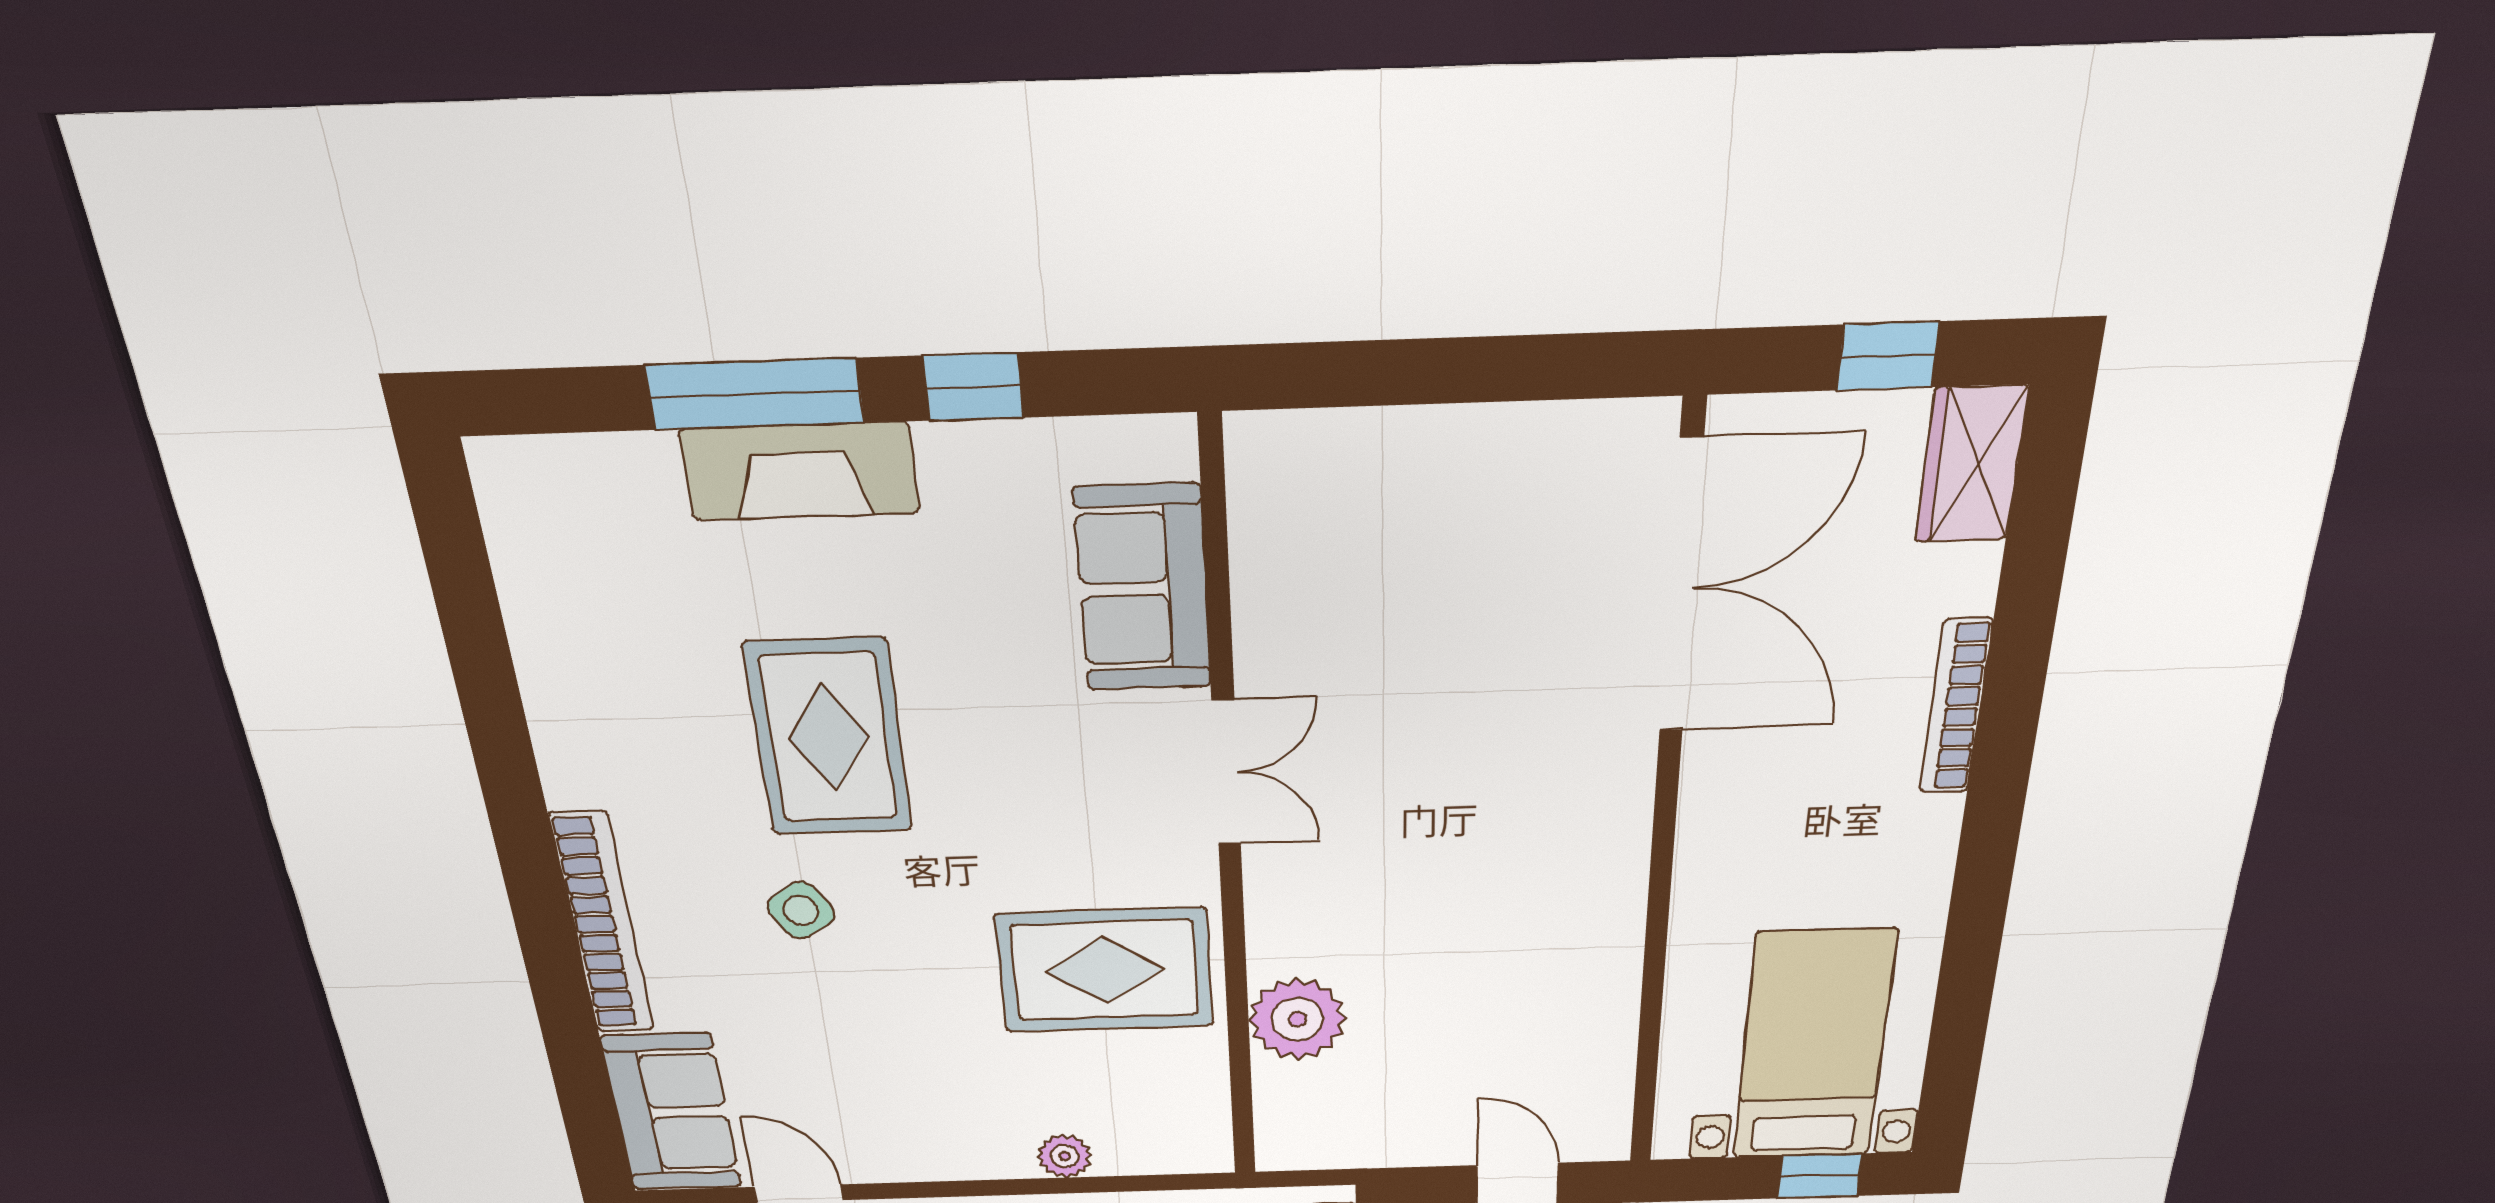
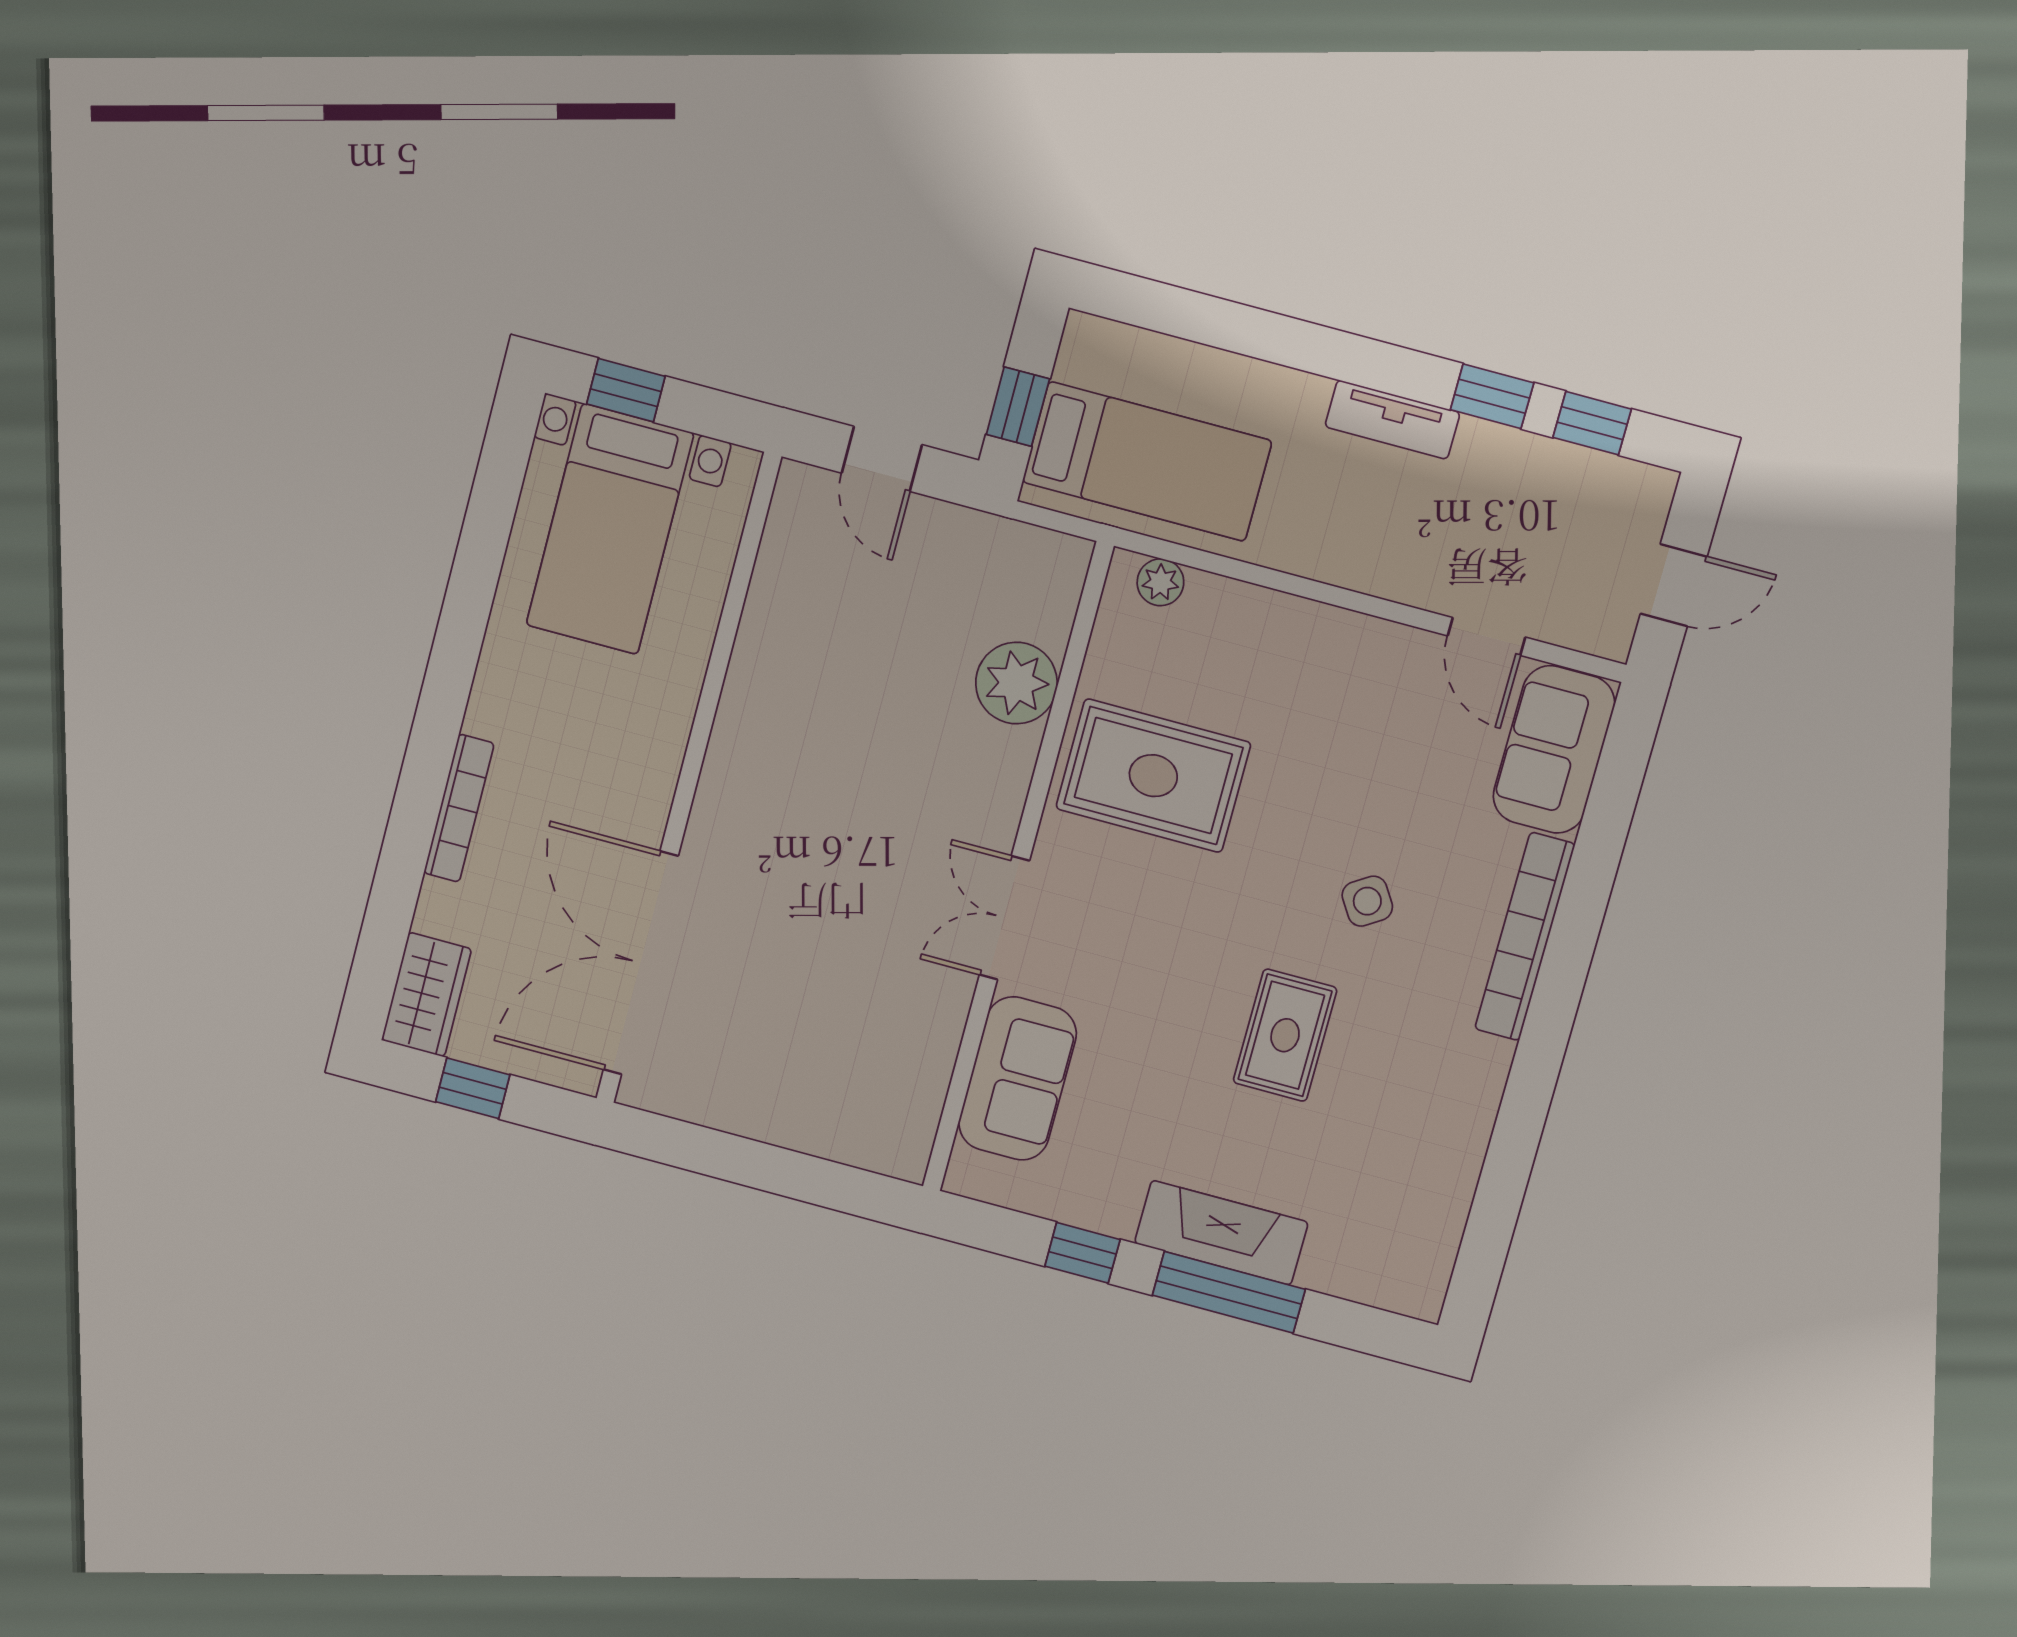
rug: (829, 738) -> (1285, 1035), width x0.73, depth x0.70
plant: (1065, 1156) -> (1160, 582), moved

